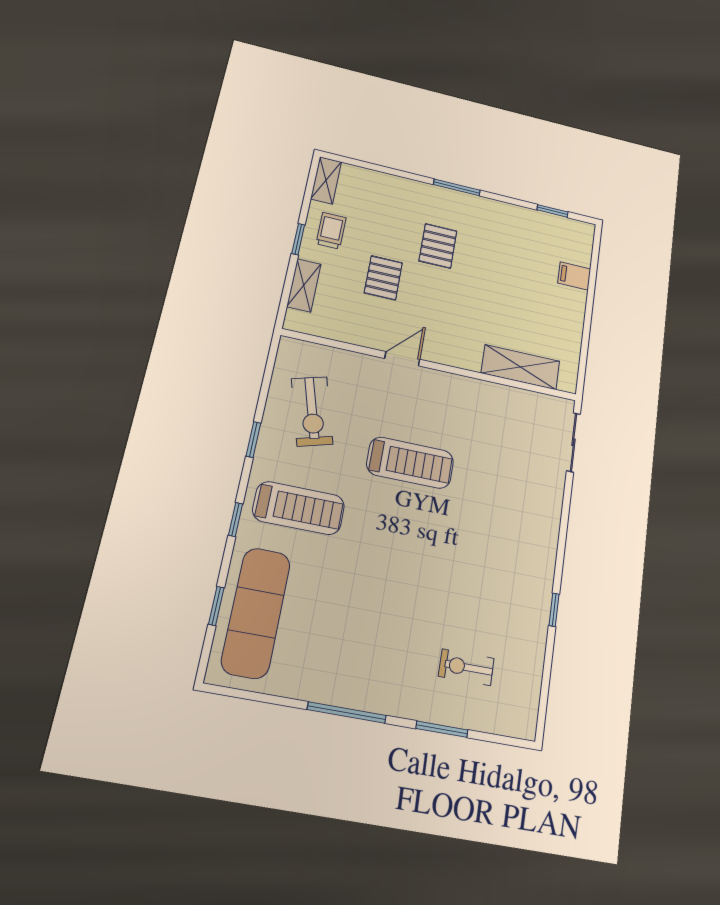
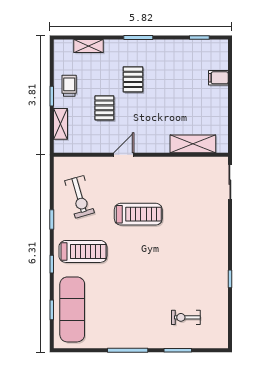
shelving: (326, 180) -> (88, 46), moved, turned 90

